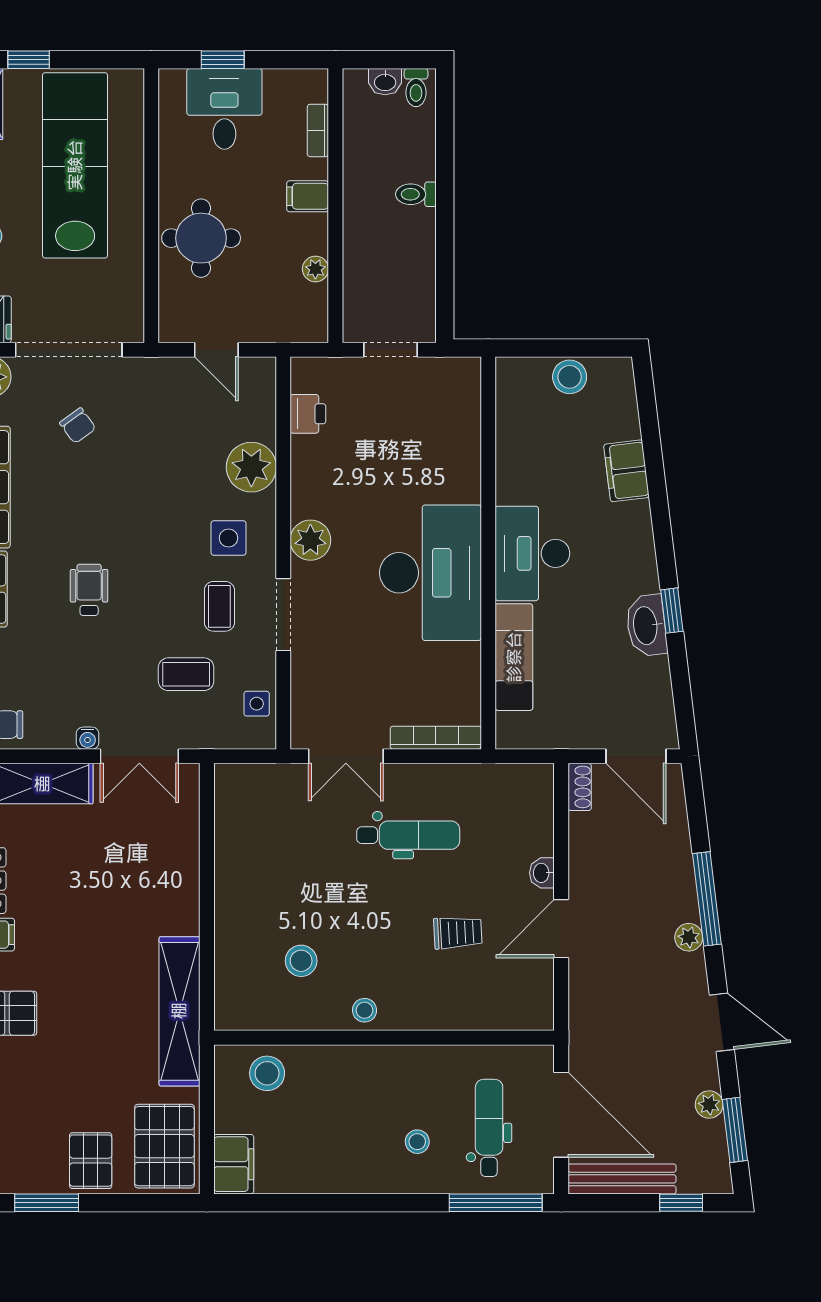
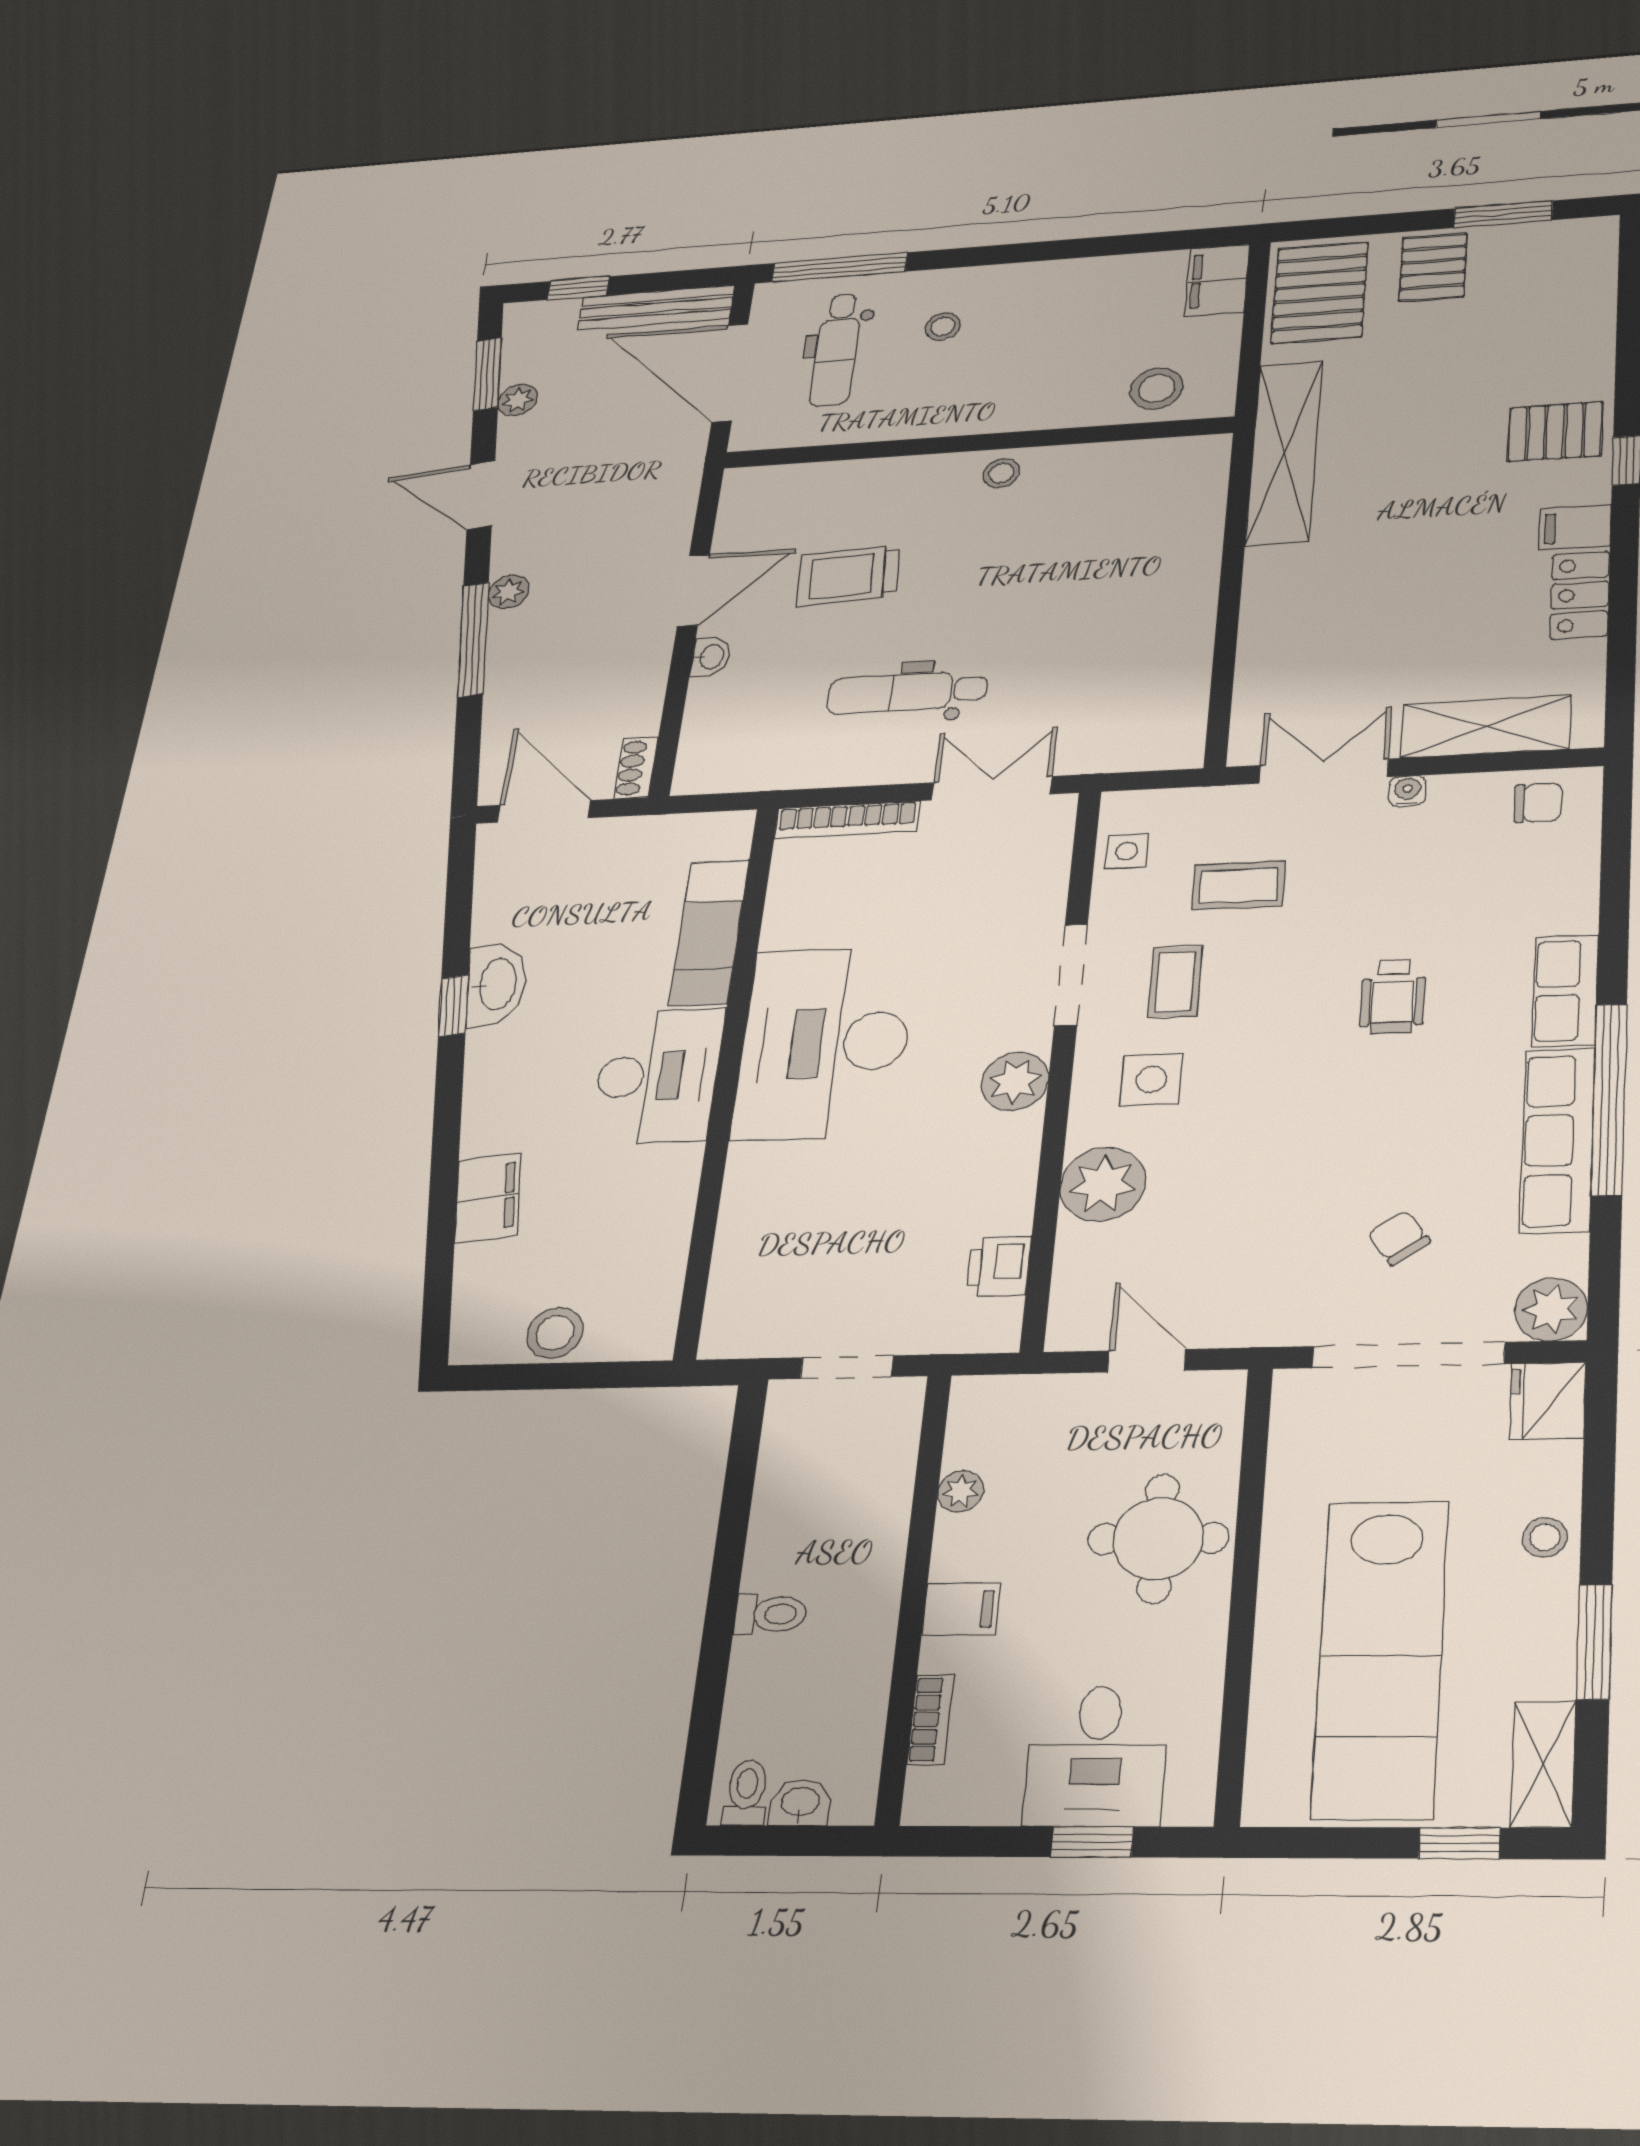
trolley: (458, 933) -> (848, 576), width x1.36, depth x1.39
stool: (301, 961) -> (1091, 526), removed

